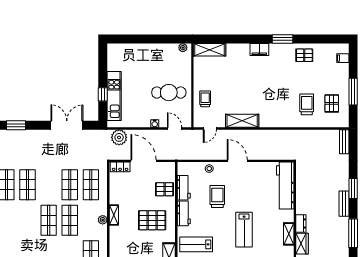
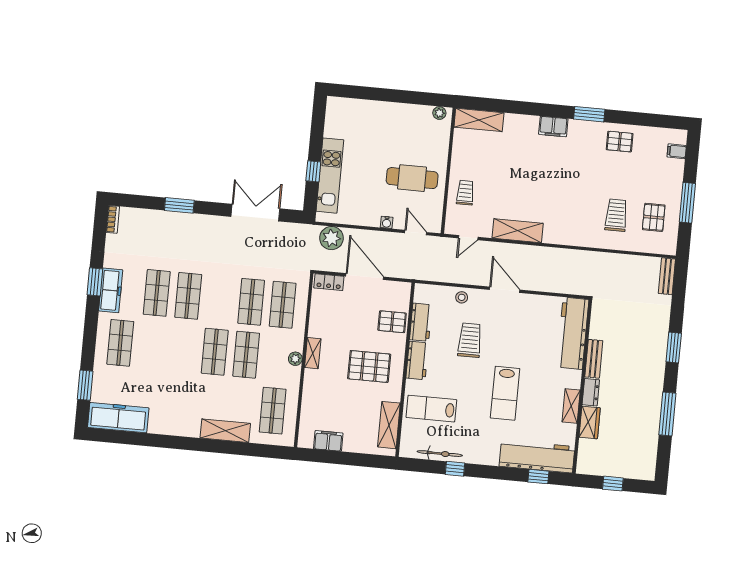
bench: (344, 204) -> (594, 359), moved

